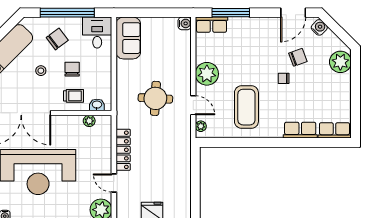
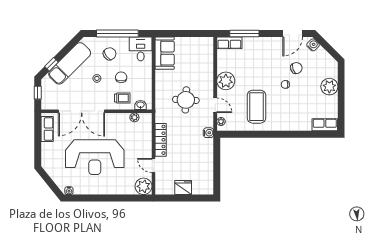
water cooler: (185, 23) -> (208, 133), moved
plant: (340, 62) -> (329, 87), moved
row of seats: (300, 130) -> (298, 125), removed

